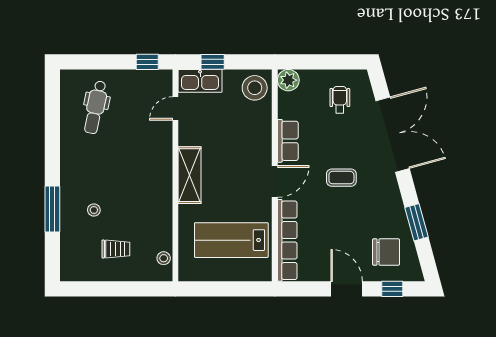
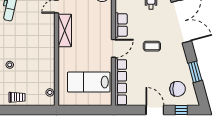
shelving: (190, 175) -> (65, 30), moved
trolley: (116, 249) -> (17, 97), moved

